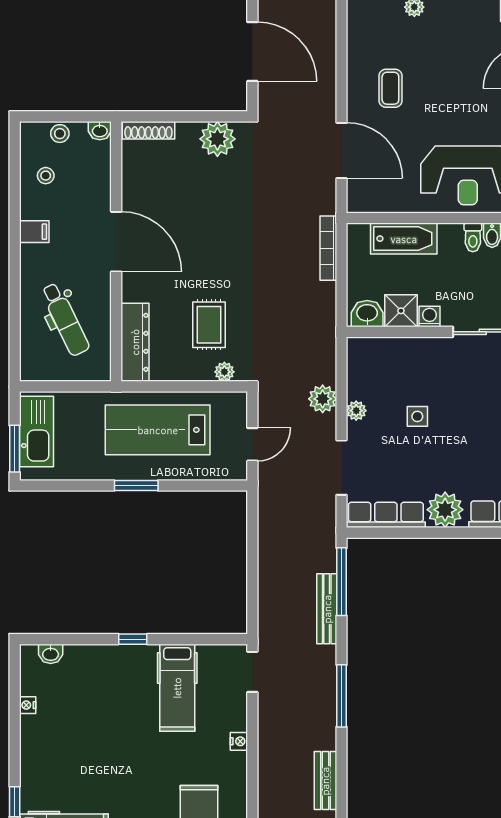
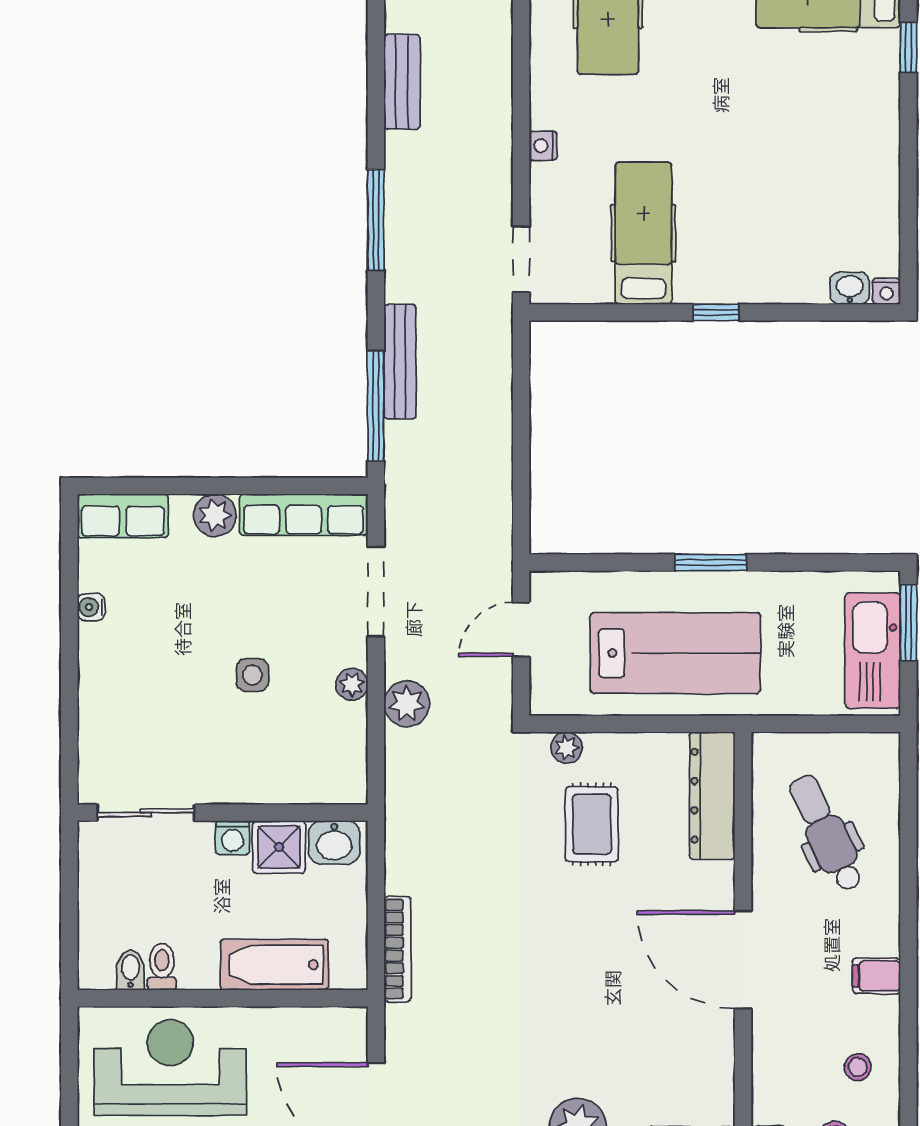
plant: (445, 510) -> (215, 515), width x0.73, depth x0.73
nightstand: (28, 705) -> (886, 291), moved, turned 90

